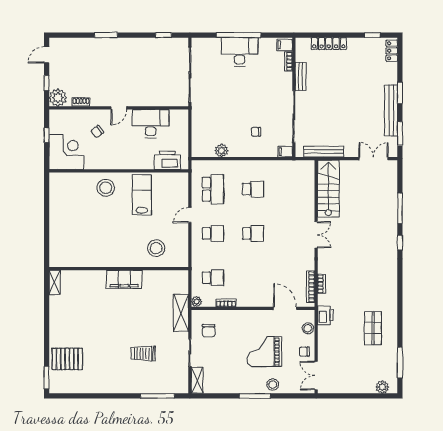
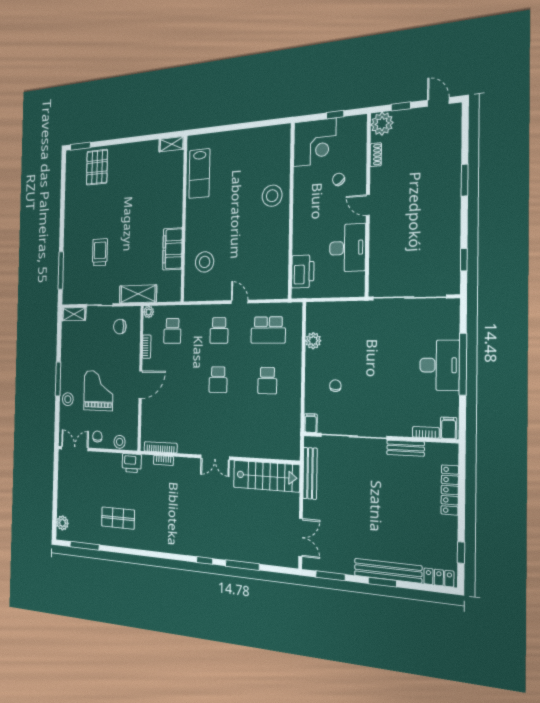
bench: (391, 110) -> (388, 571), moved
lab bench: (142, 195) -> (199, 174), moved, turned 90
filing cabinet: (124, 279) -> (172, 249), moved
door: (285, 308) -> (140, 385), moved

